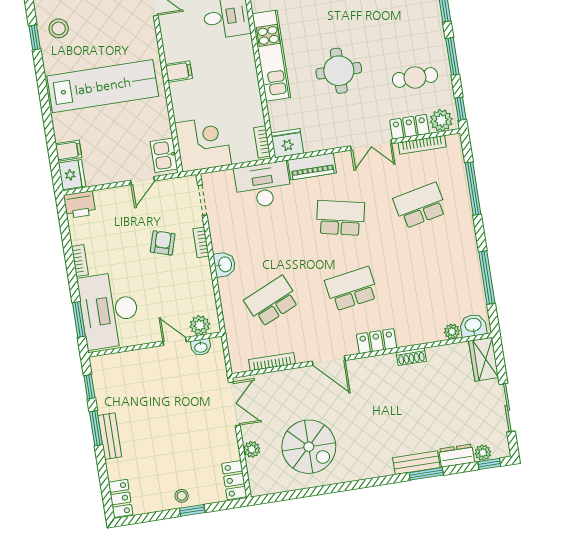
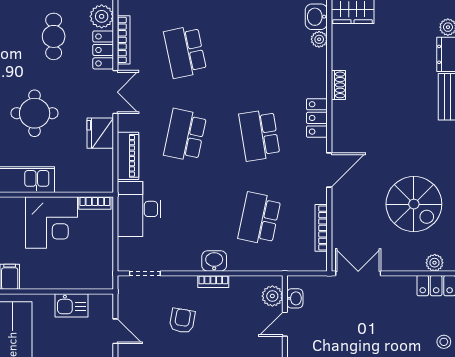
fridge: (287, 143) -> (100, 133), moved
corner desk: (203, 144) -> (51, 223), moved, turned 180
kitchen sink: (164, 155) -> (71, 305), moved
bookcase: (201, 242) -> (213, 281), moved
armchair: (163, 243) -> (182, 321), turned 83
school desk: (272, 301) -> (259, 219), turned 36
spiral stairs: (309, 447) -> (414, 204), turned 90
plant: (252, 449) -> (435, 263), moved

